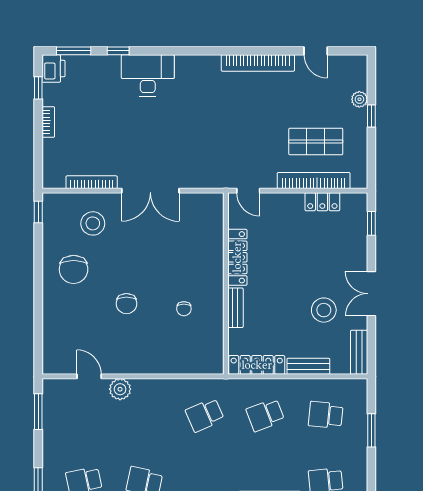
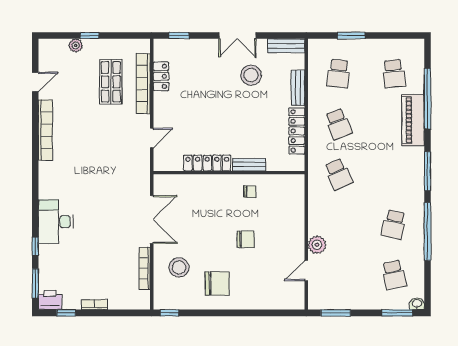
locker: (237, 257) -> (207, 163), moved
wall: (226, 284) -> (229, 173), moved
bench: (235, 308) -> (249, 165), moved

